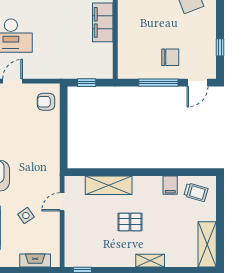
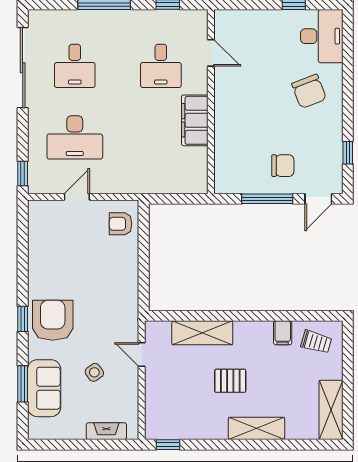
window: (87, 83) -> (174, 199), removed
door: (62, 202) -> (142, 355), hinge flipped
shelving: (150, 261) -> (256, 428), width x1.50, depth x1.33

